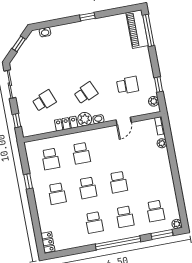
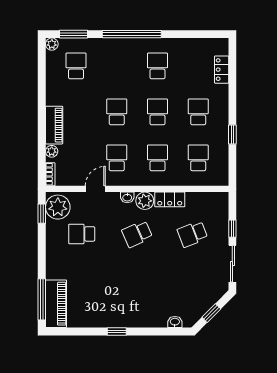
window: (159, 85) -> (42, 214), moved
plant: (154, 101) -> (58, 207), width x1.88, depth x1.88
window: (17, 121) -> (232, 229), moved
piano: (164, 163) -> (54, 125), added
school desk: (125, 217) -> (117, 158), moved
locker: (48, 242) -> (222, 70), moved

